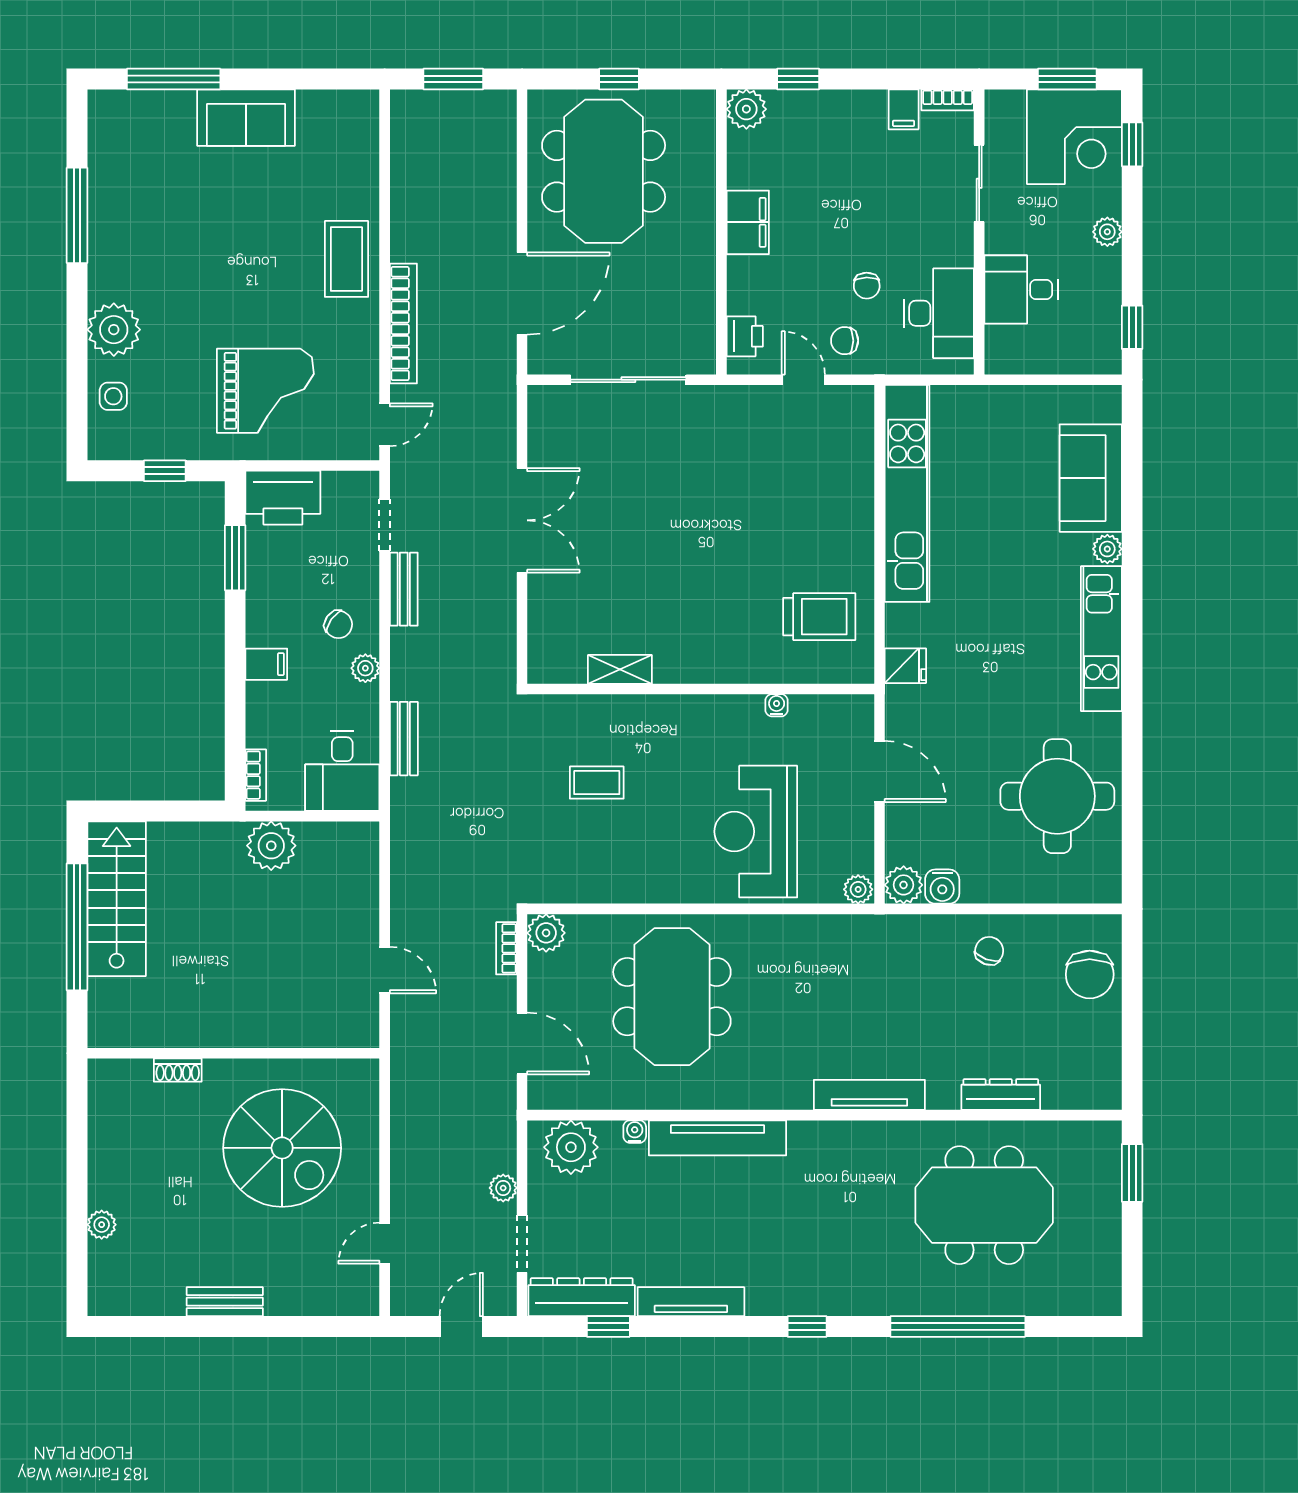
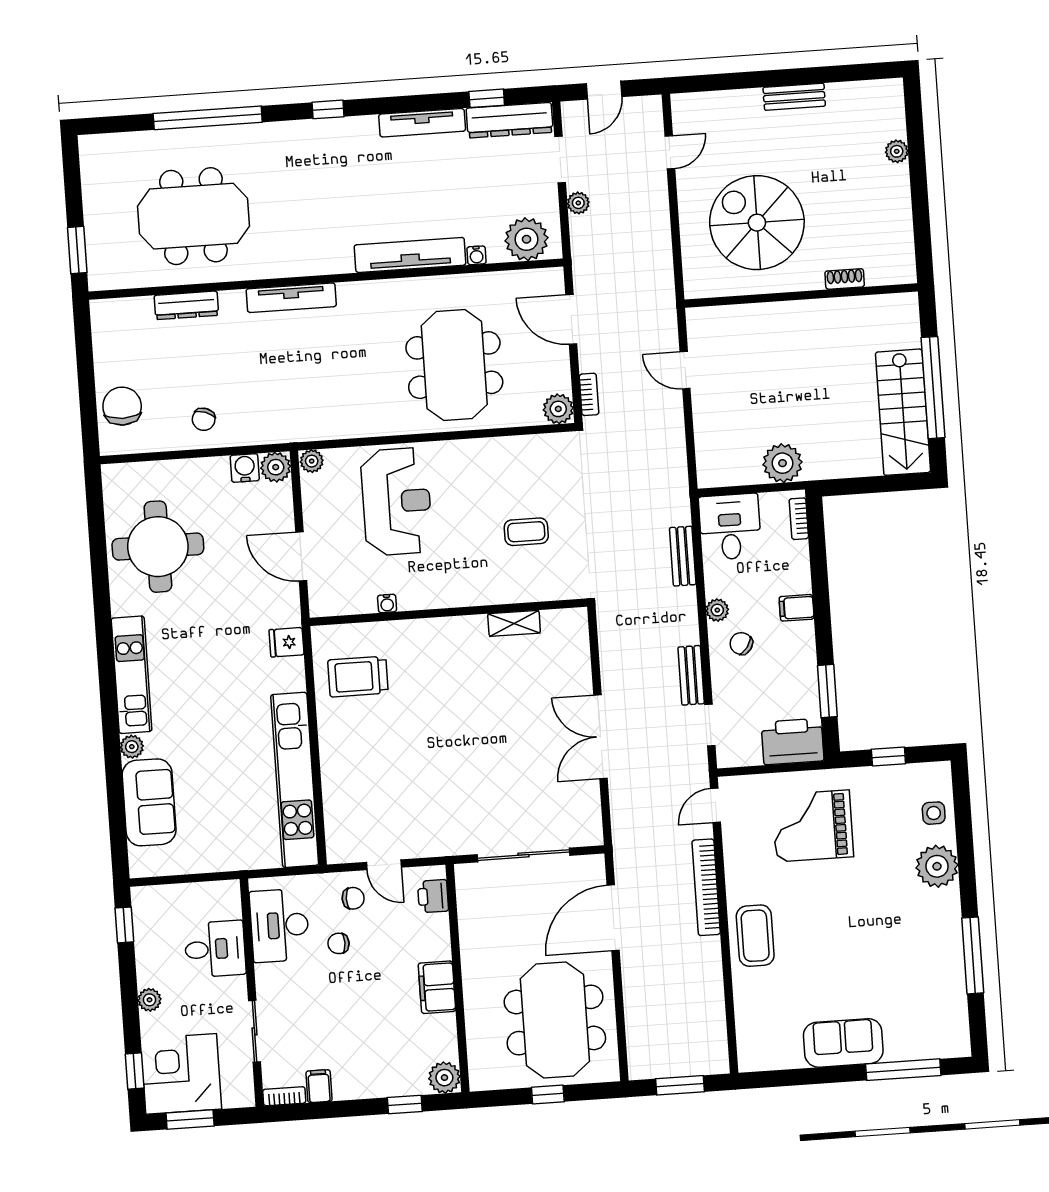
chair: (867, 286) -> (339, 943), turned -89

